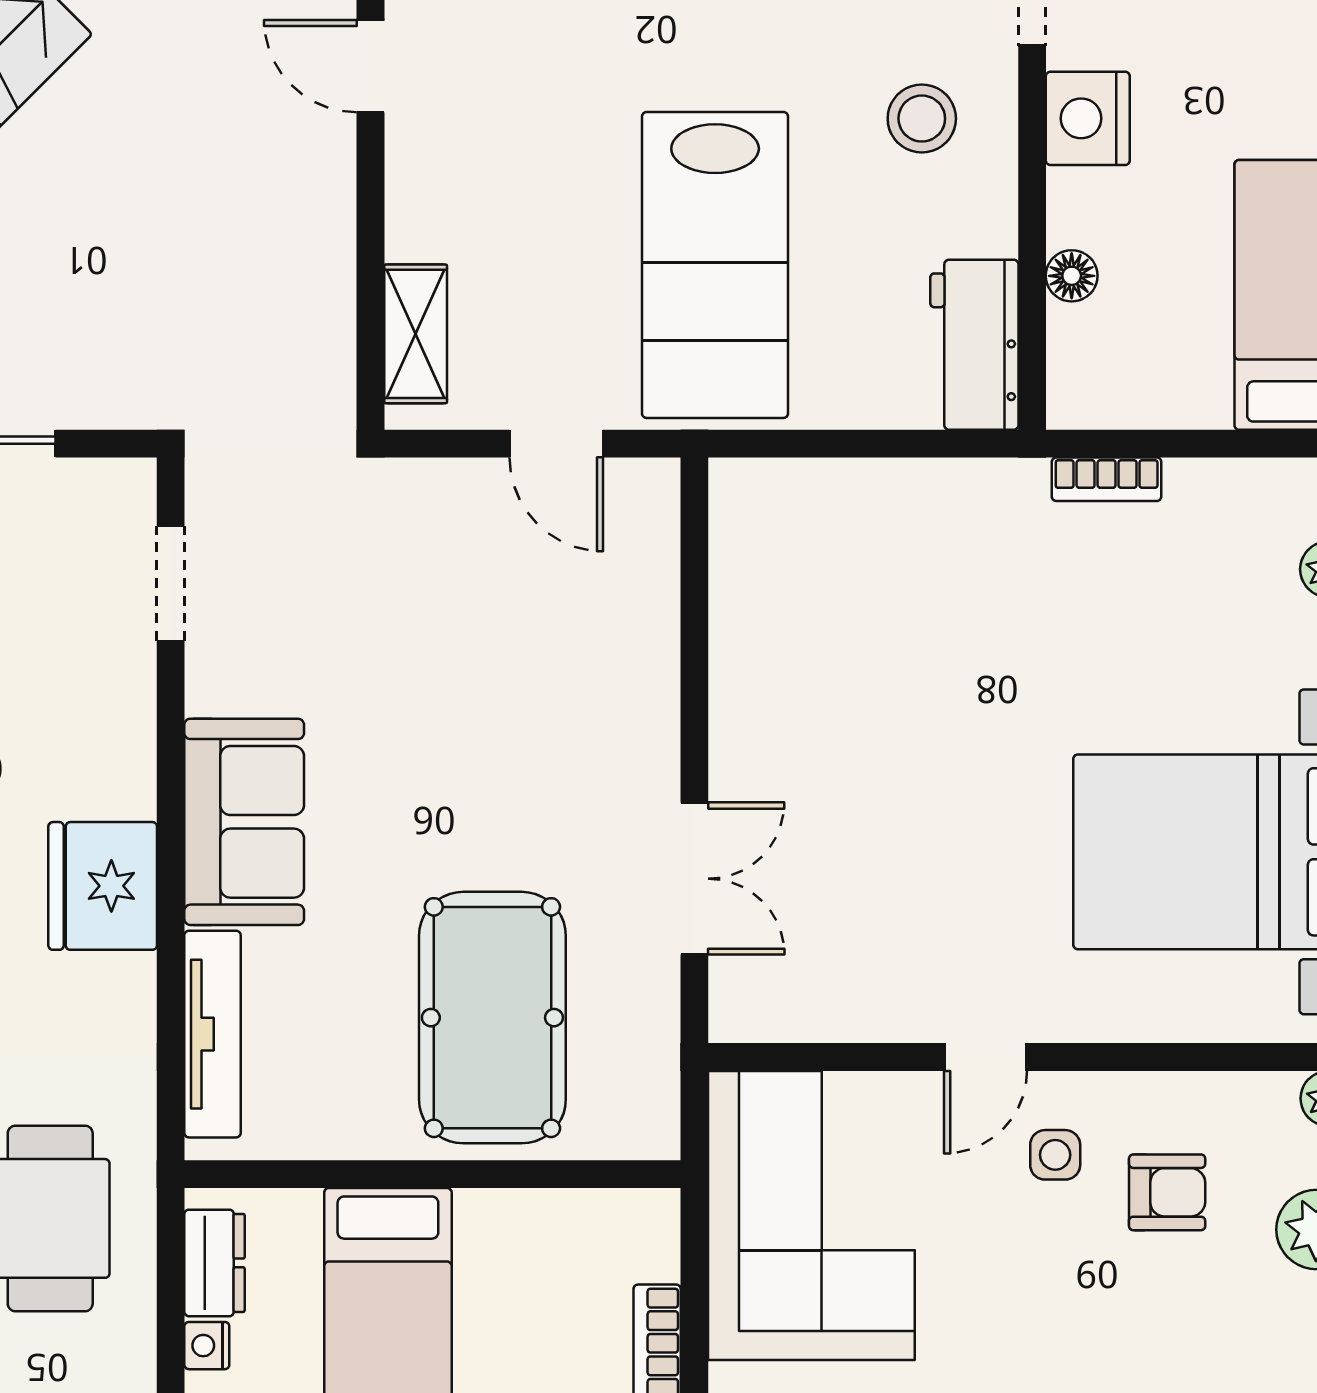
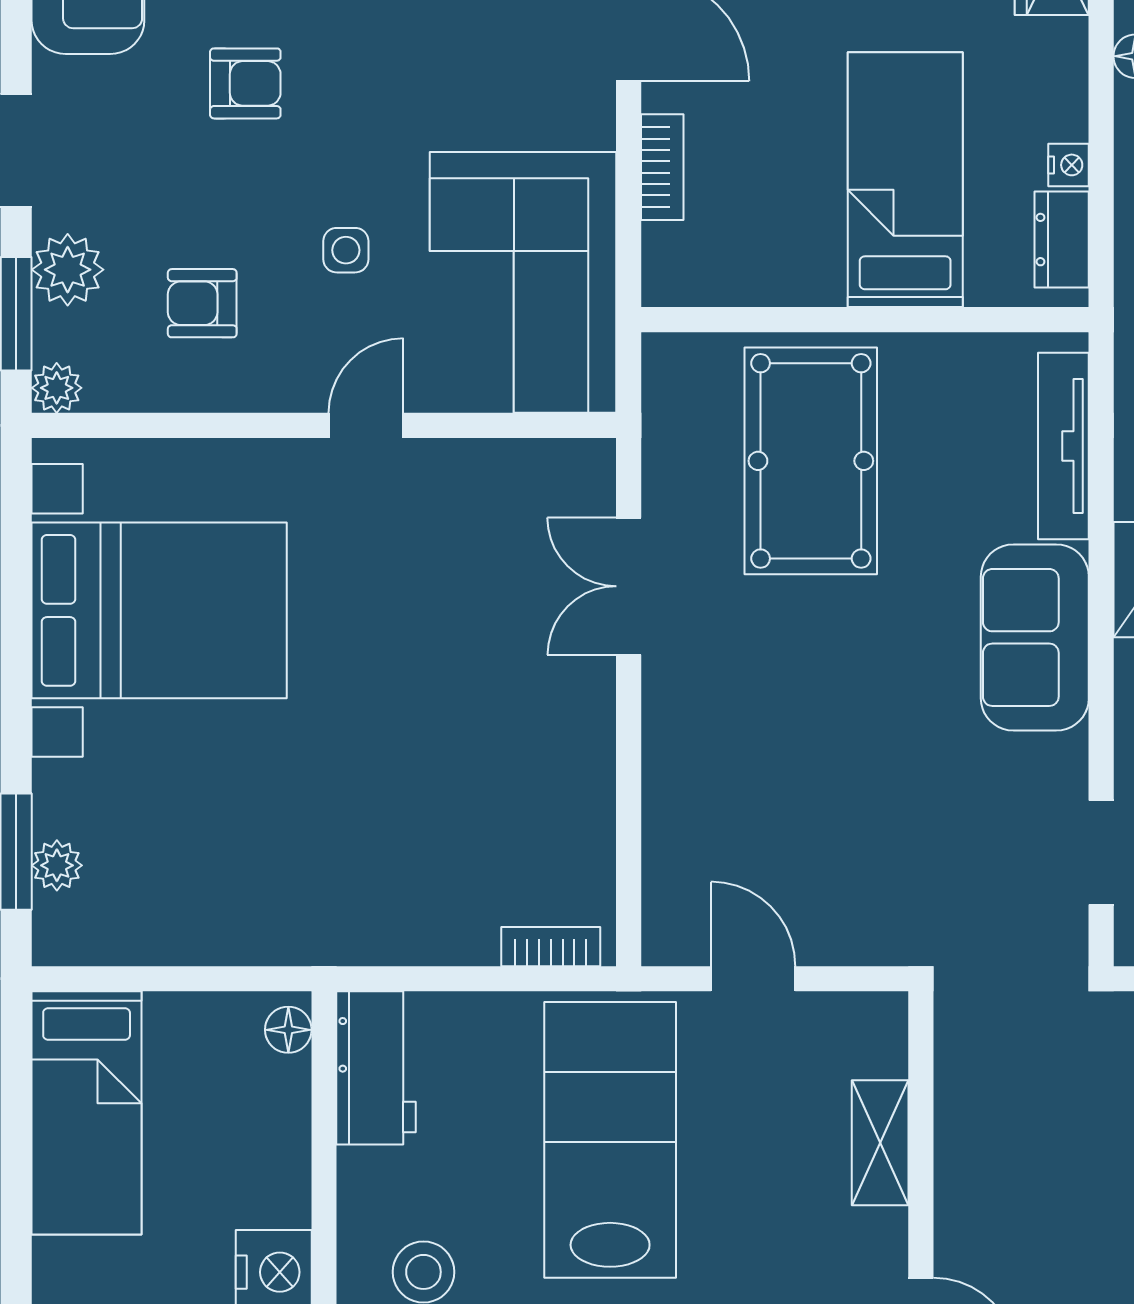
floor lamp: (1072, 276) -> (288, 1030), moved
shelving: (416, 334) -> (880, 1143), moved
bookcase: (1107, 479) -> (551, 947), moved
side table: (1055, 1155) -> (346, 250), moved

